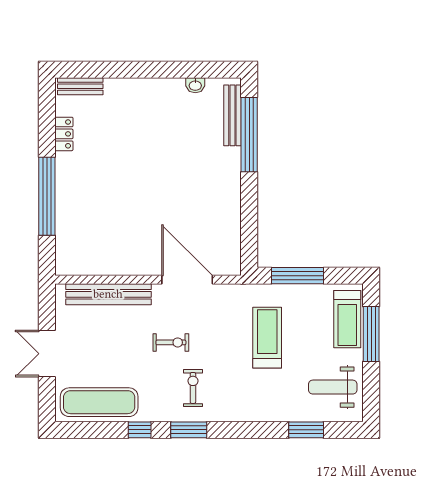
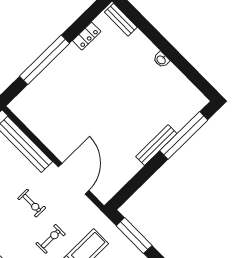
washbasin: (195, 85) -> (161, 60), moved
bench: (232, 115) -> (156, 145), moved
exercise bike: (193, 388) -> (51, 239), moved

